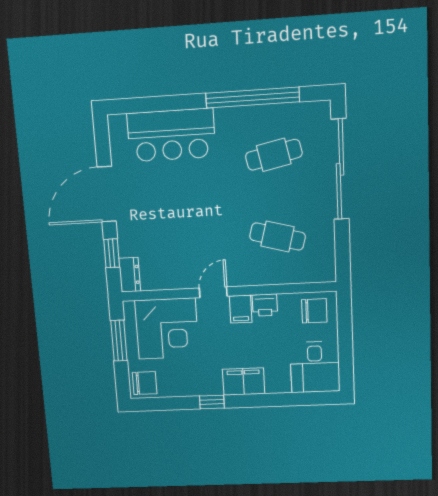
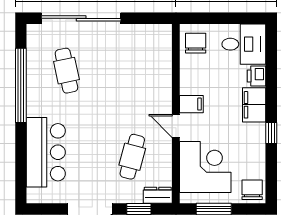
cafe table: (278, 236) -> (132, 157), moved
printer: (265, 305) -> (256, 76), moved, turned 180

